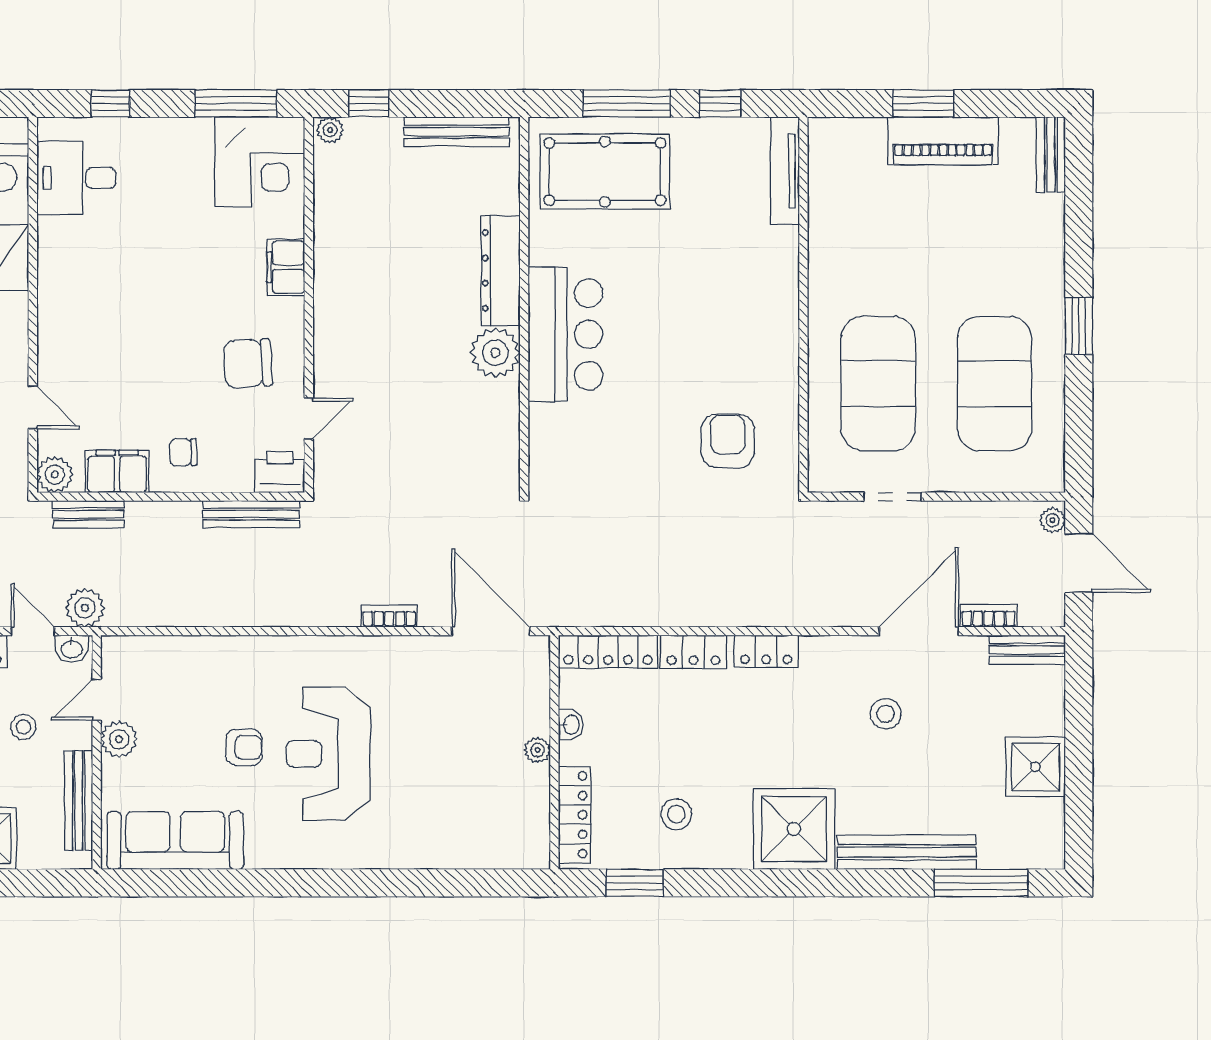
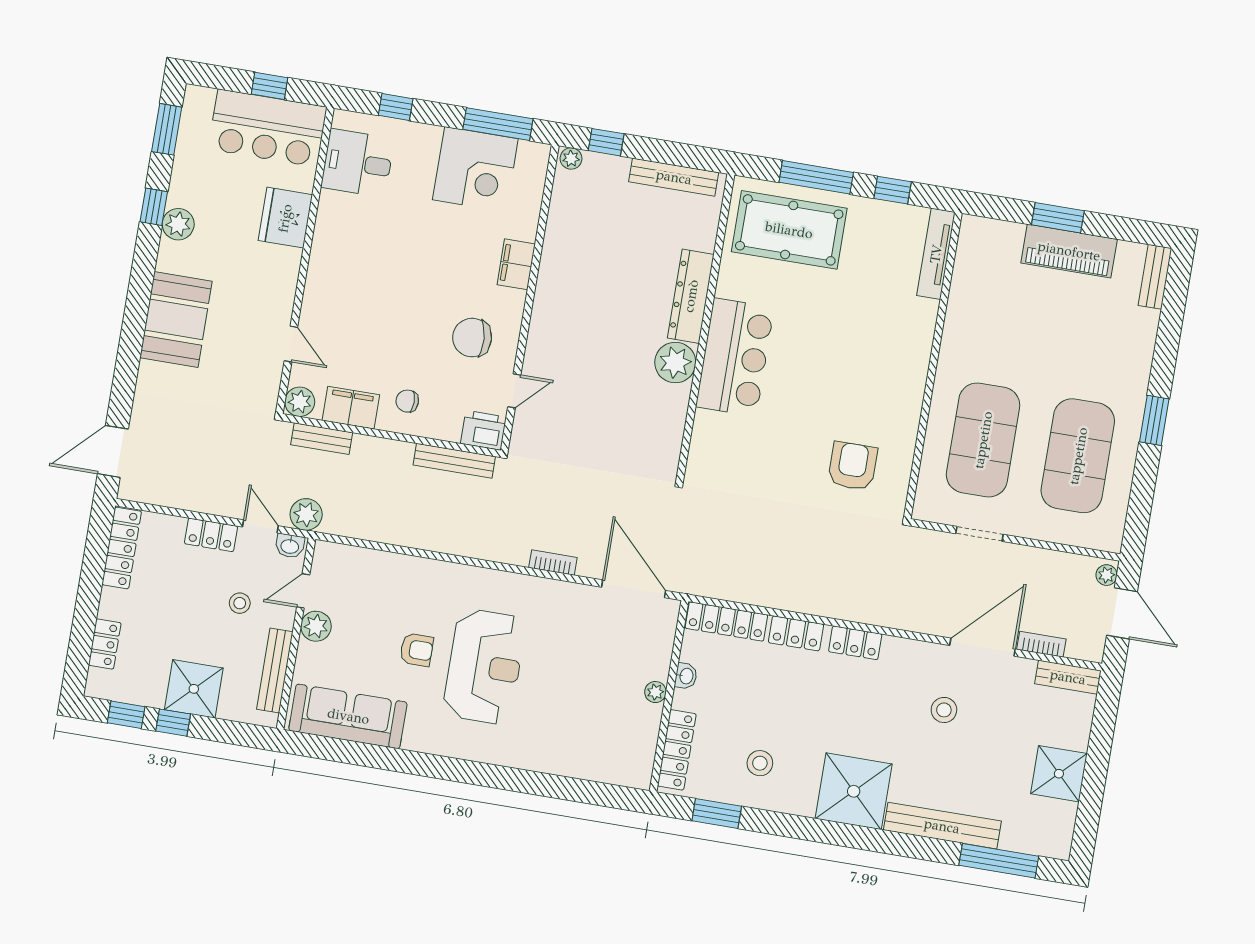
corner desk: (260, 162) -> (475, 169), moved
reception desk: (328, 754) -> (484, 667), turned 180

